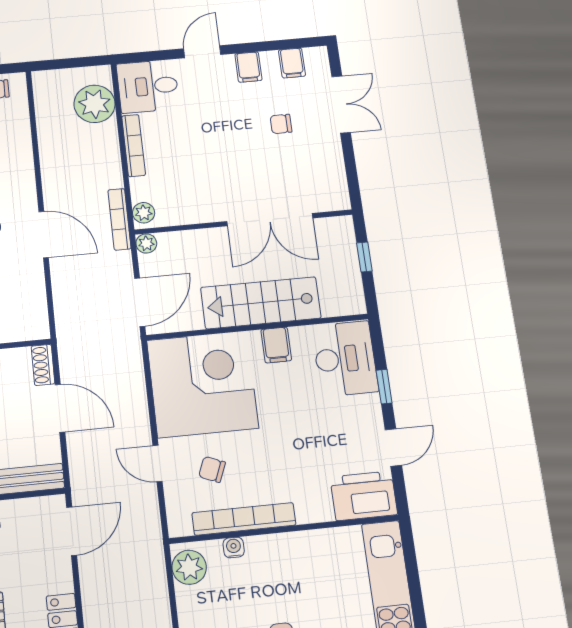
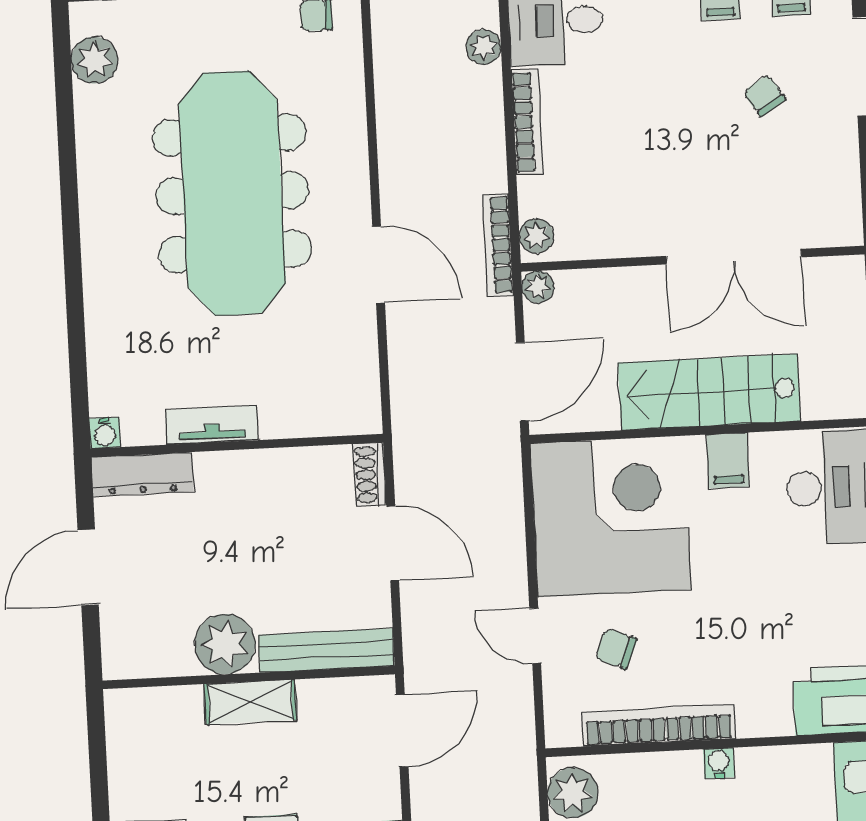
plant: (95, 104) -> (484, 47), width x0.53, depth x0.53
chair: (281, 124) -> (764, 96), turned 57
water cooler: (234, 547) -> (719, 763), moved

